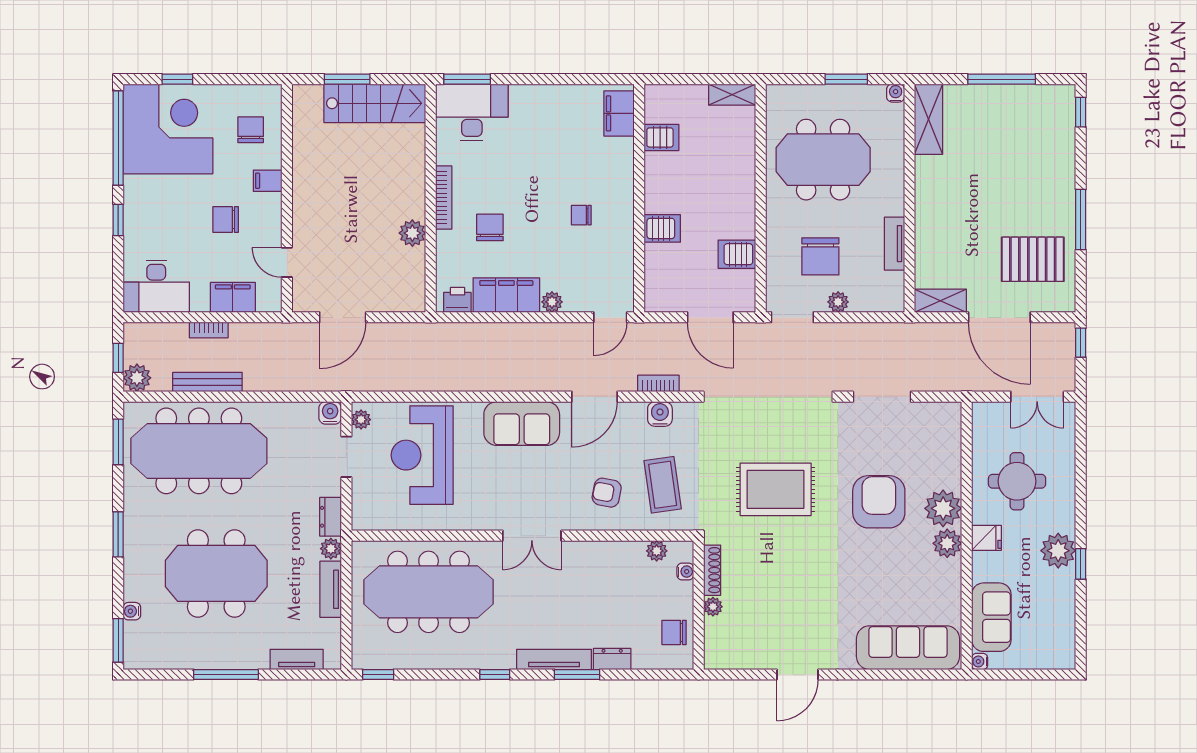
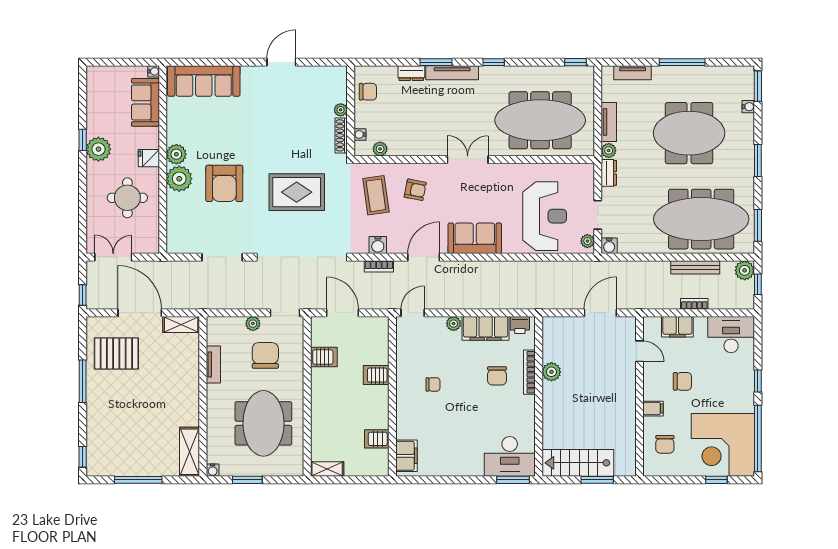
meeting table: (823, 160) -> (263, 423), turned 90
bookcase: (444, 198) -> (529, 372), moved

